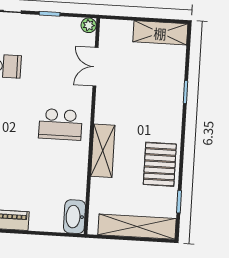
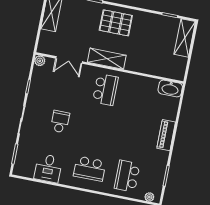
shelving: (103, 151) -> (107, 59), moved
pallet: (160, 164) -> (116, 23), moved
shelving: (137, 227) -> (185, 38), width x0.68

